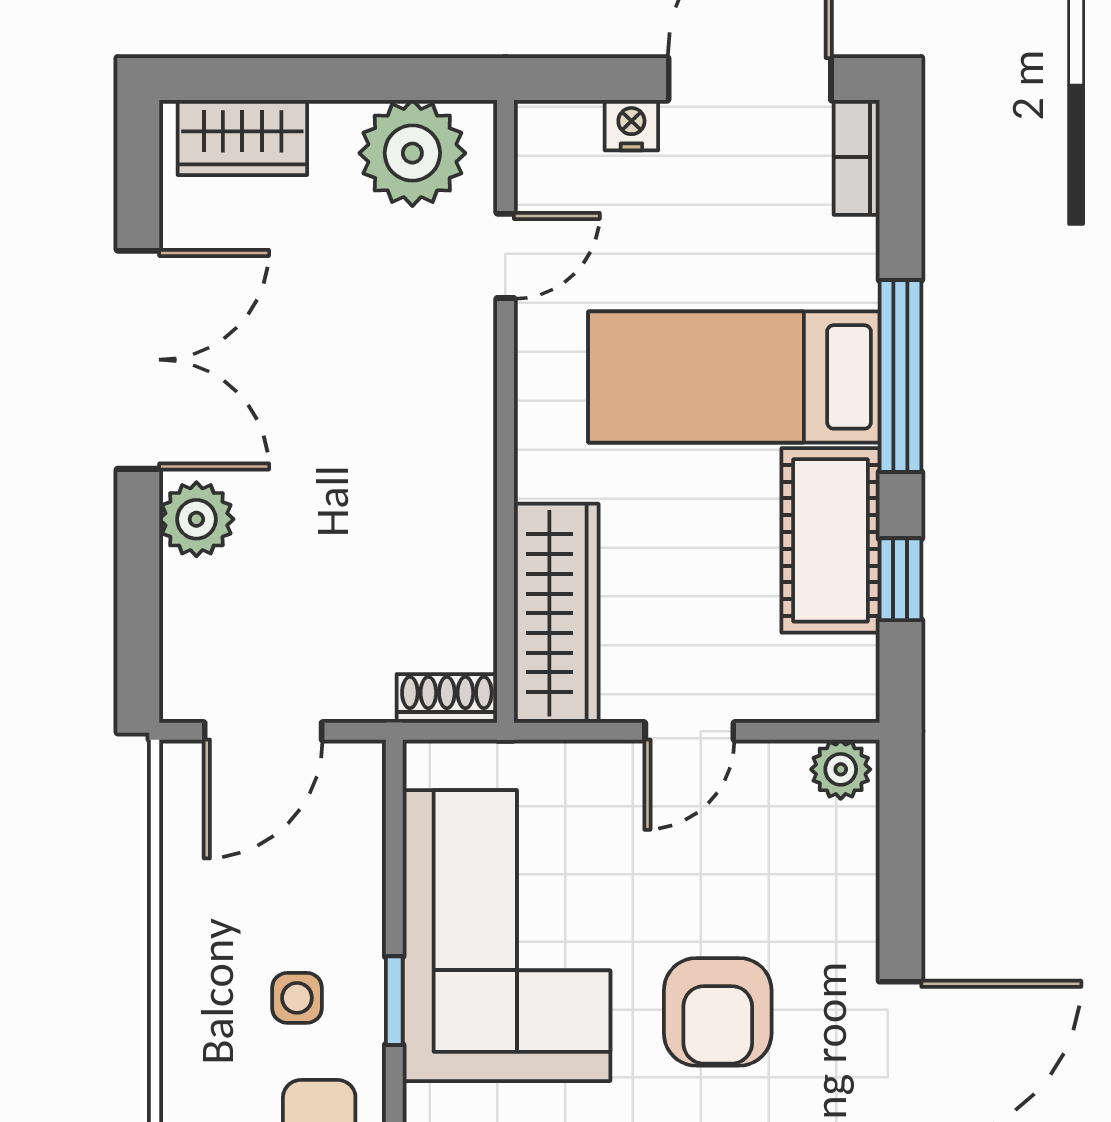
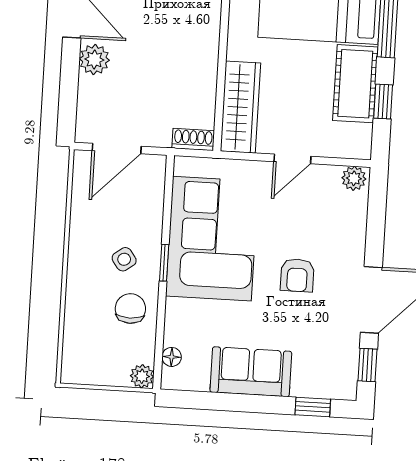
side table: (297, 998) -> (124, 259), turned -36
armchair: (718, 1012) -> (297, 275), width x0.72, depth x0.72

